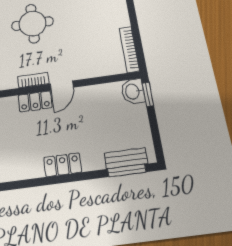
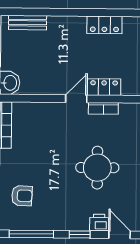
locker: (63, 165) -> (104, 25), moved
window: (127, 170) -> (29, 12), removed

